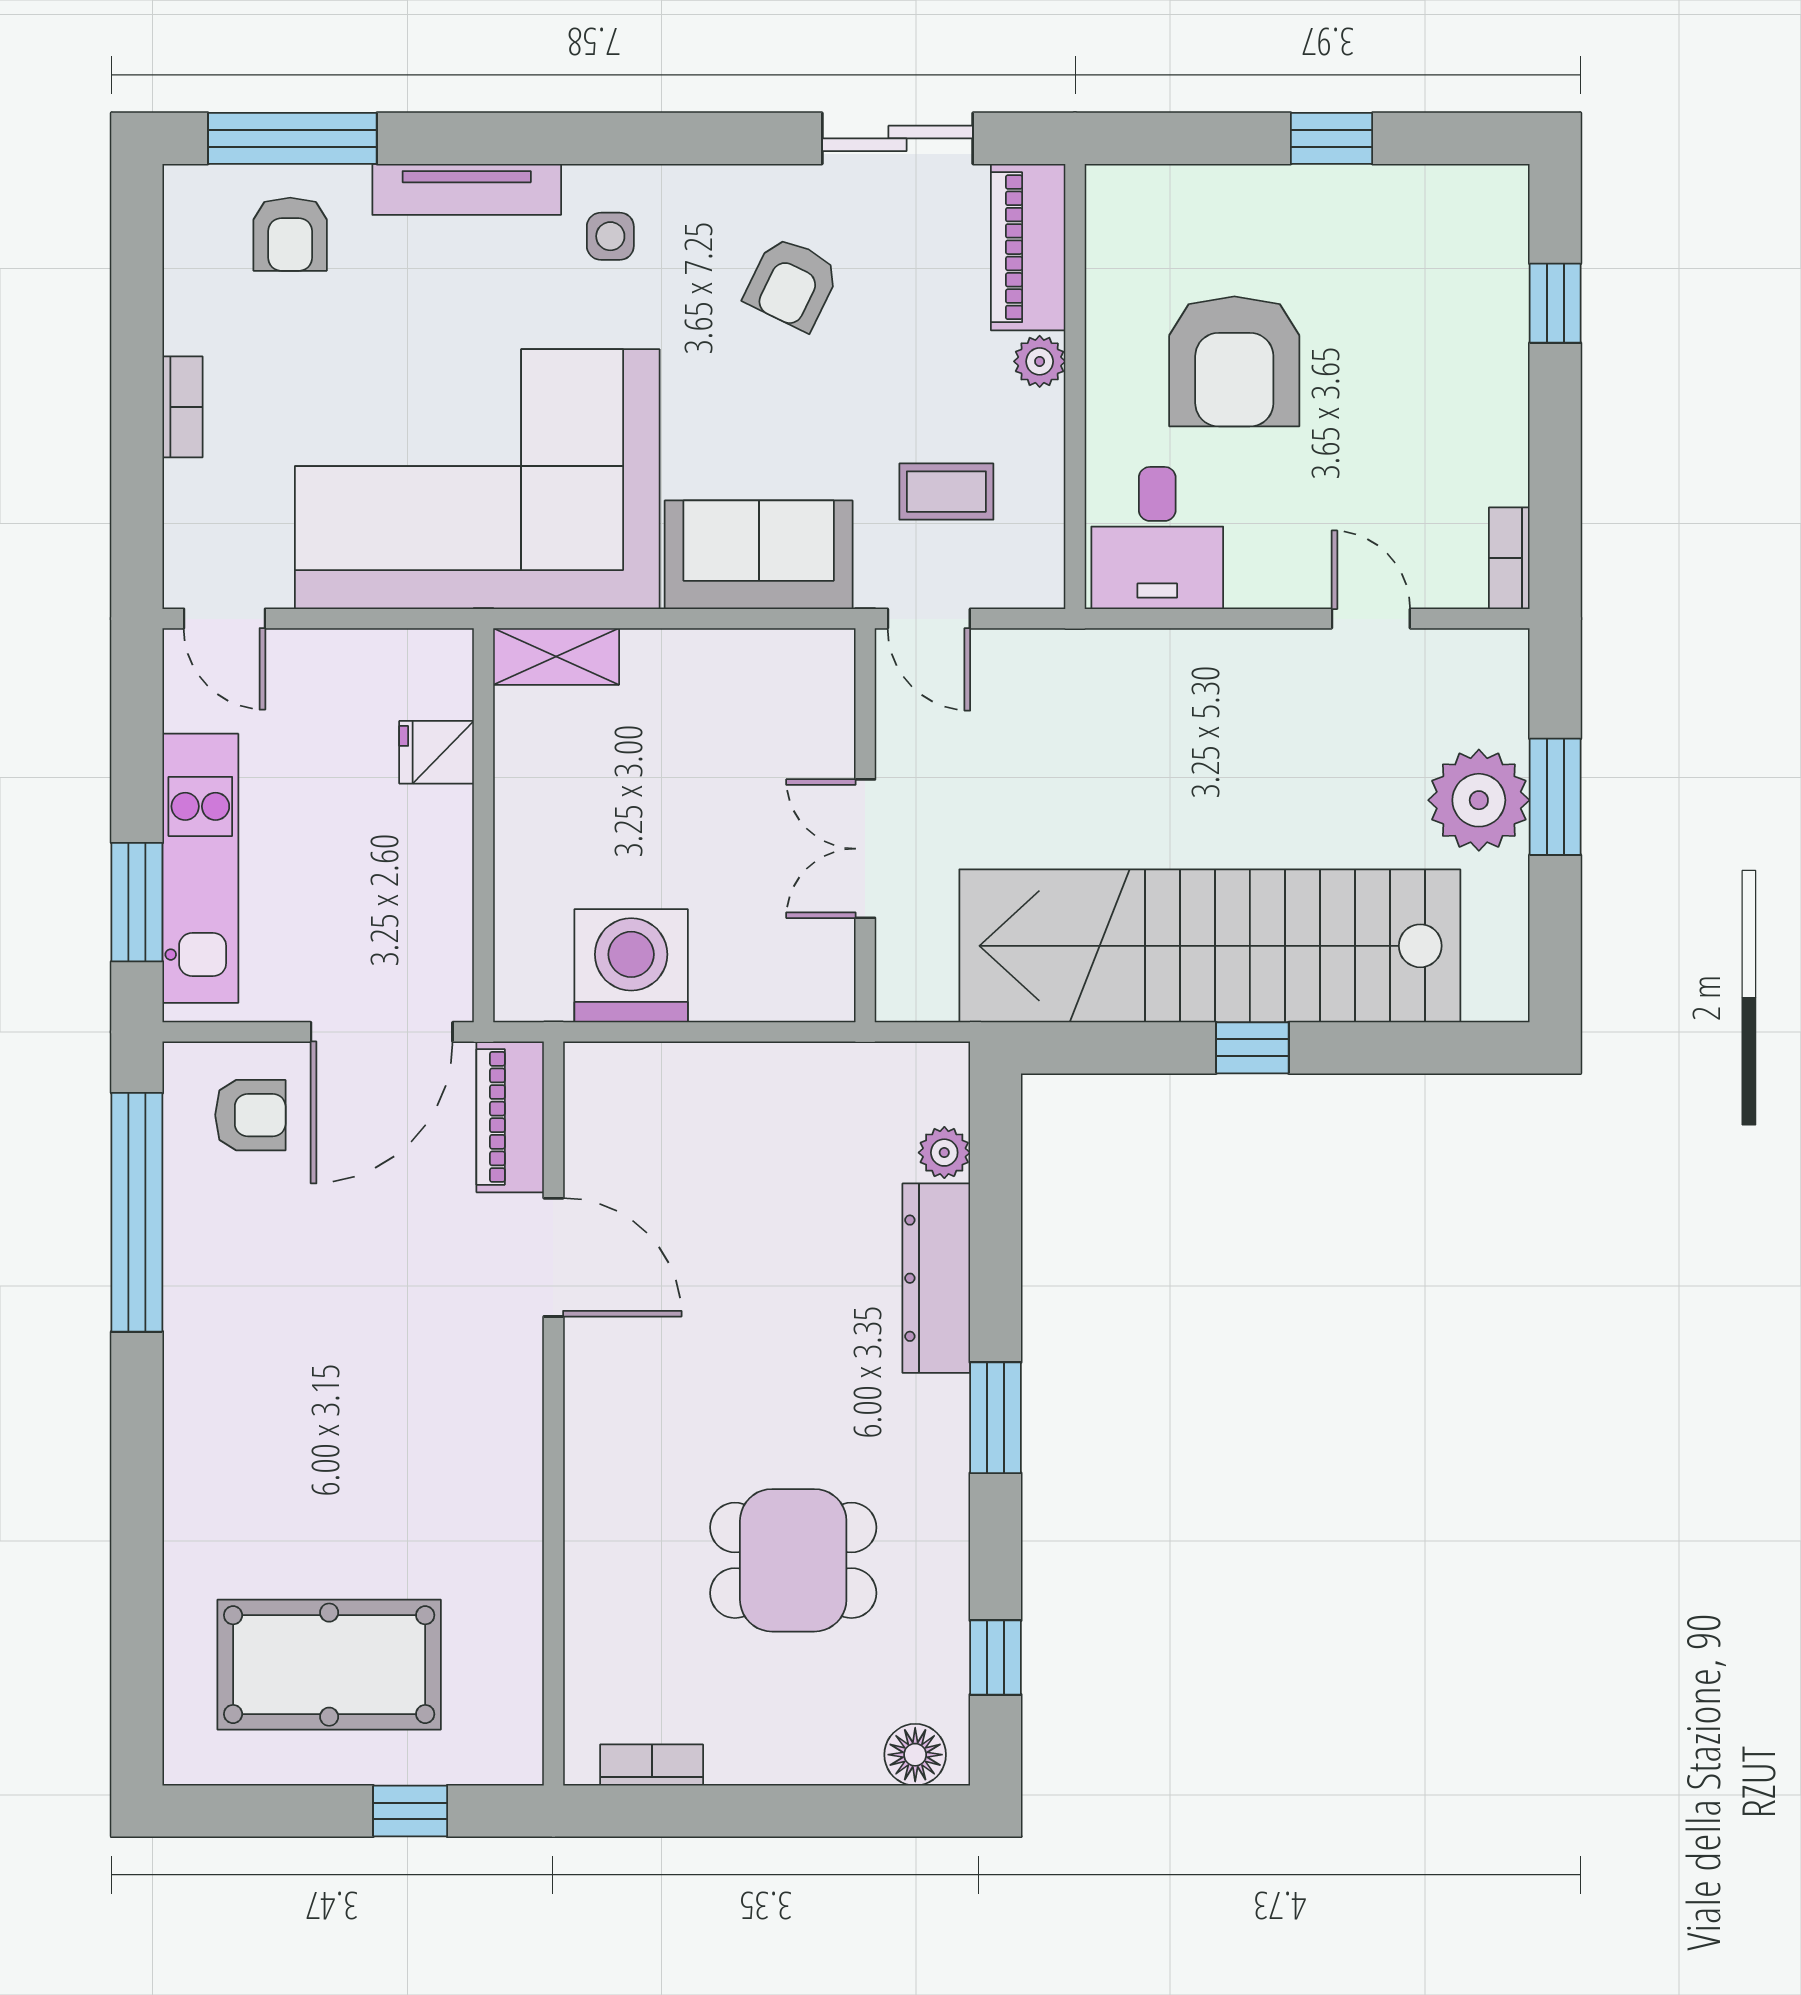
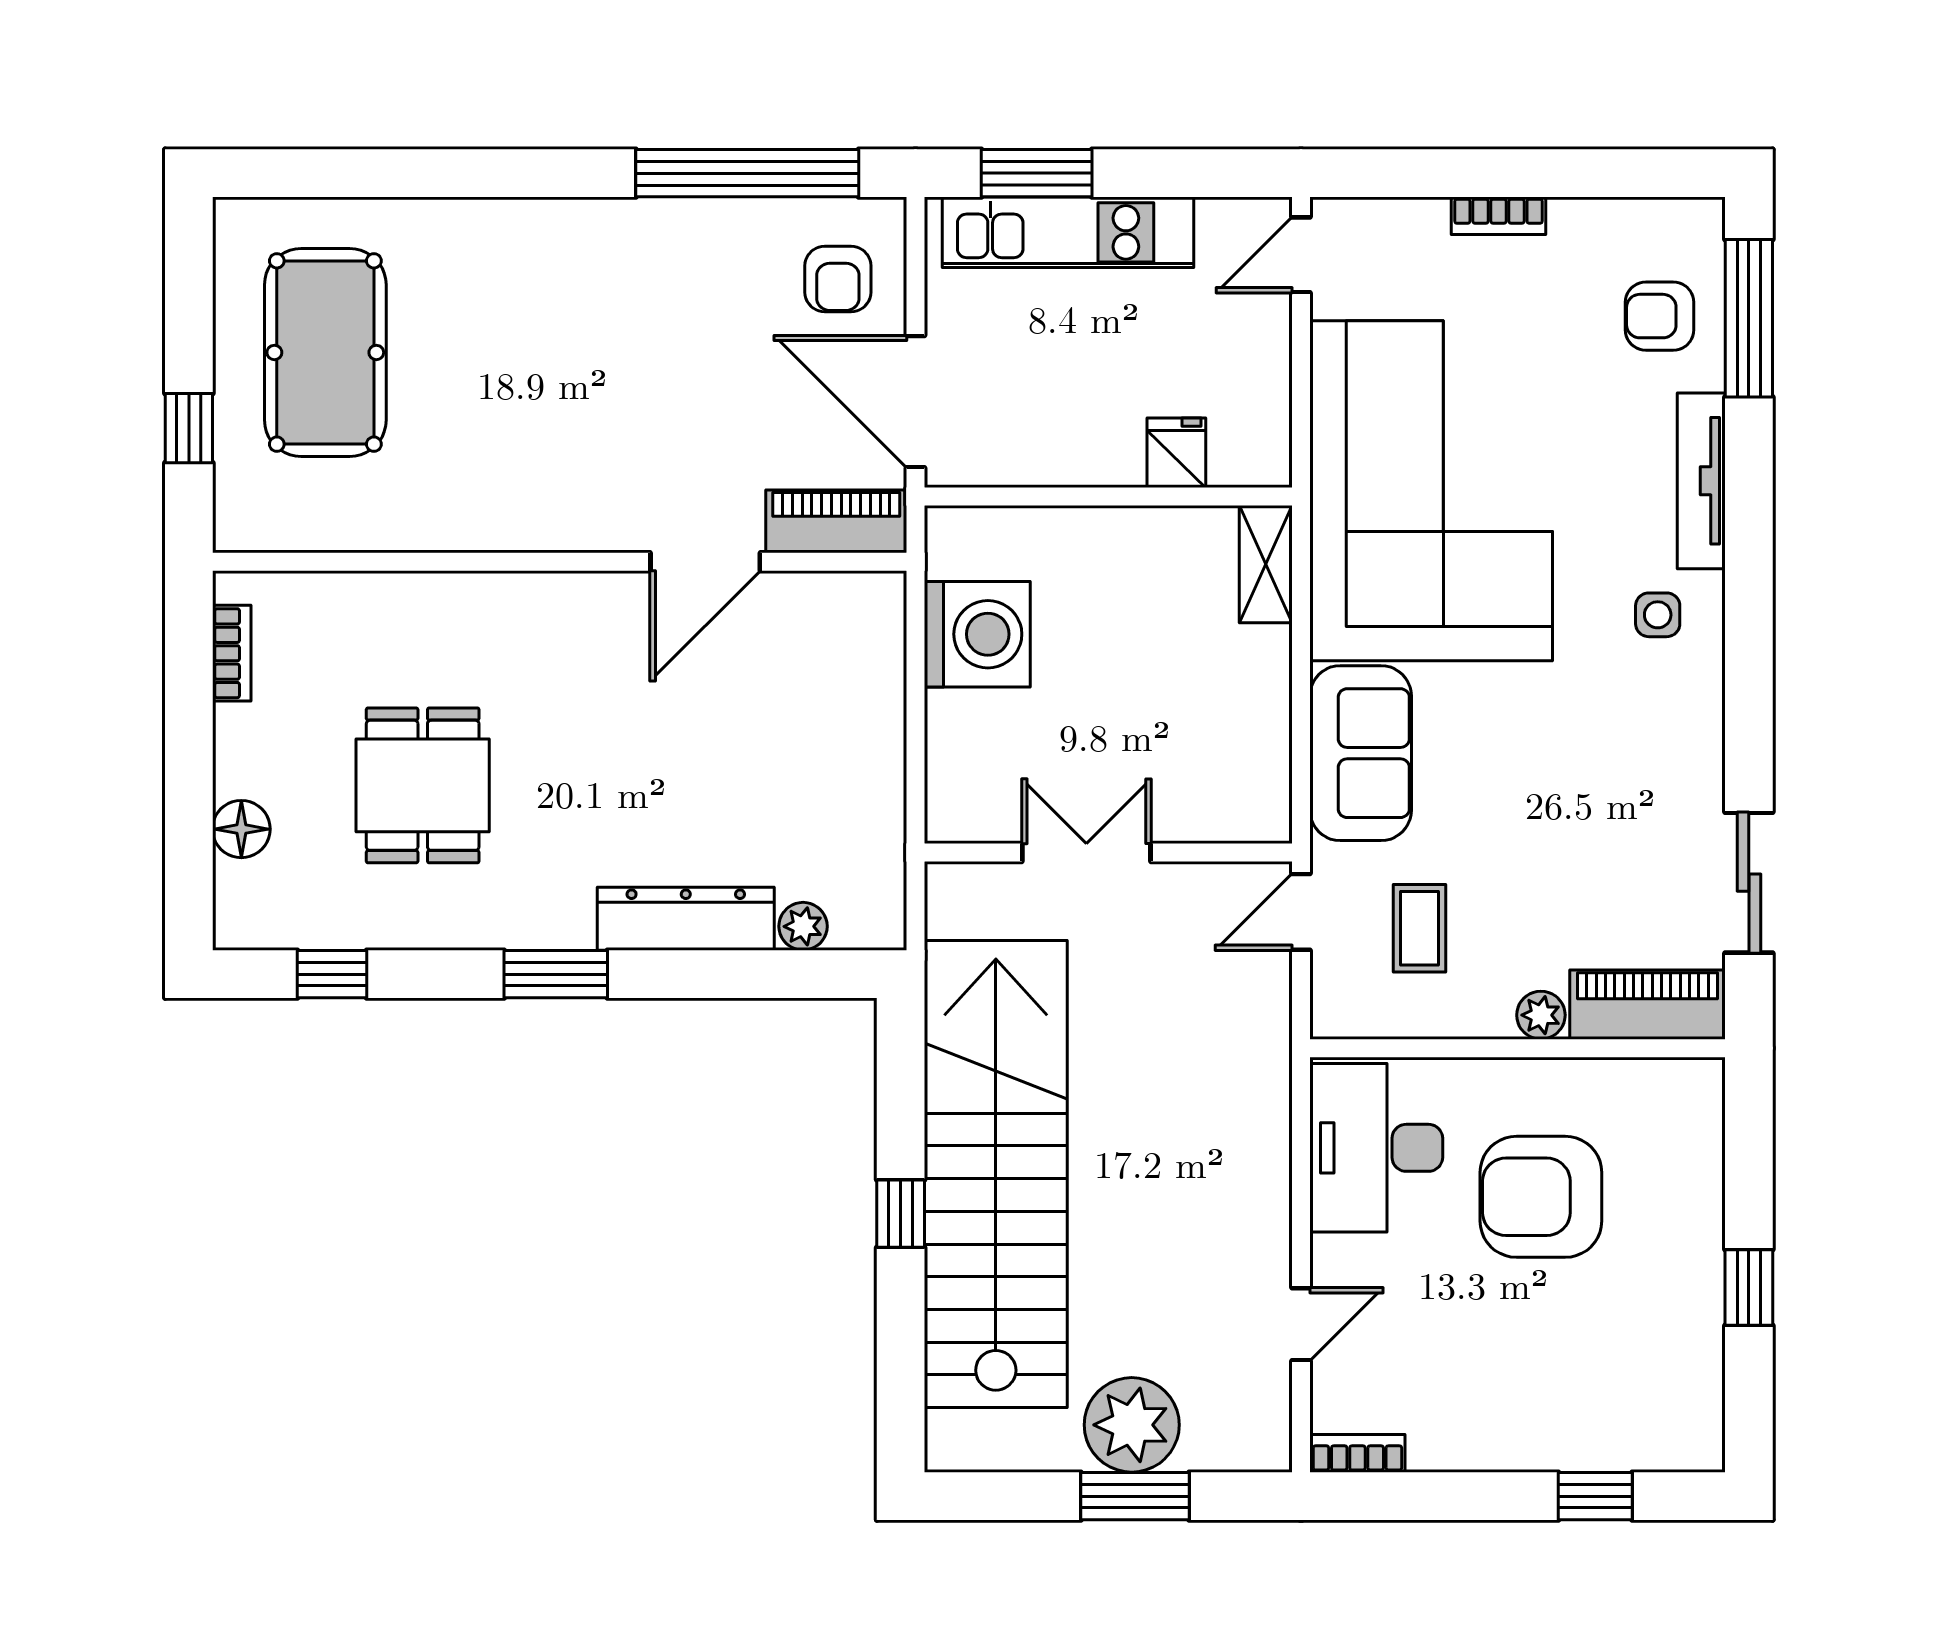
armchair: (792, 283) -> (1614, 784), removed
desk: (1157, 538) -> (1376, 1148), width x1.37
floor lamp: (915, 1755) -> (241, 829), moved

